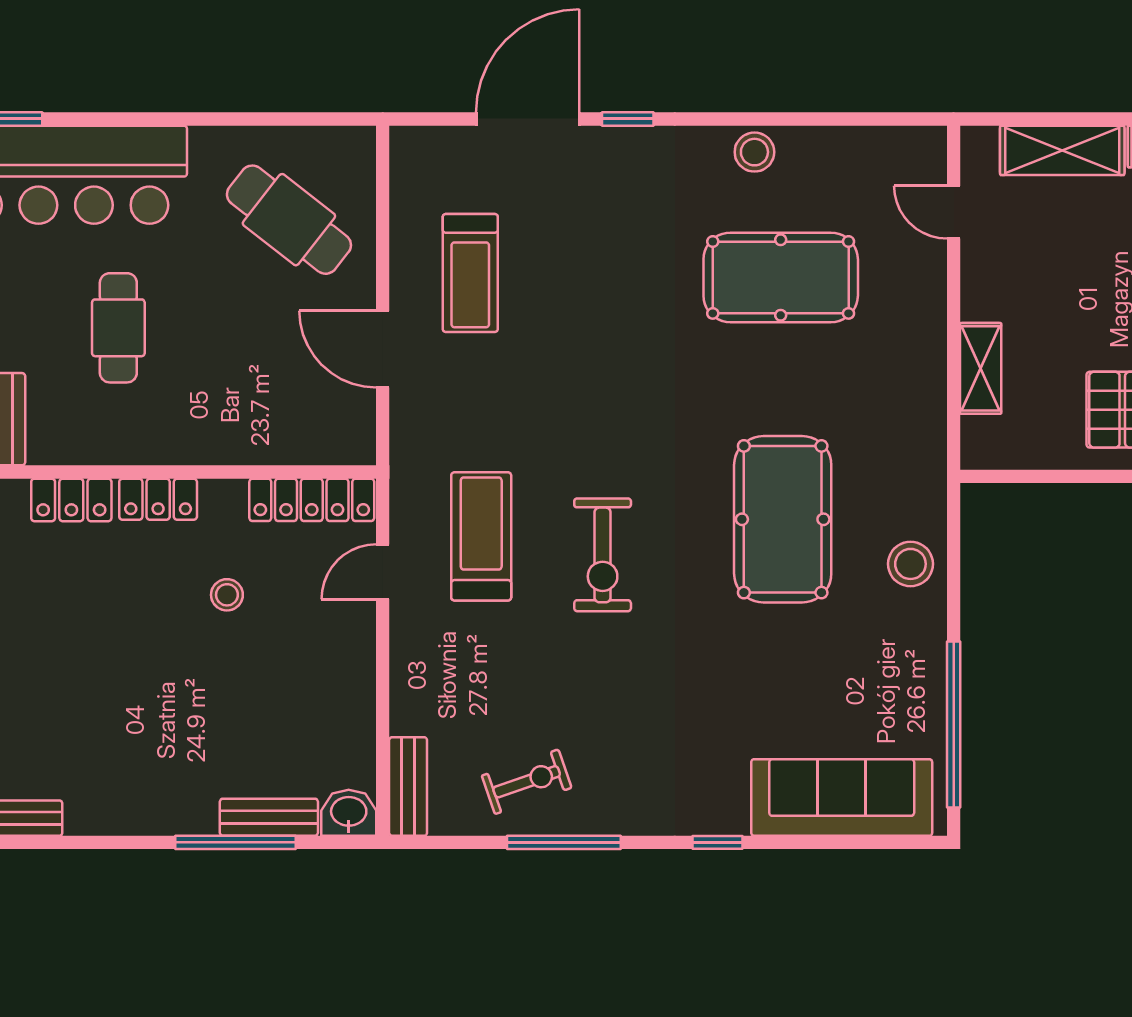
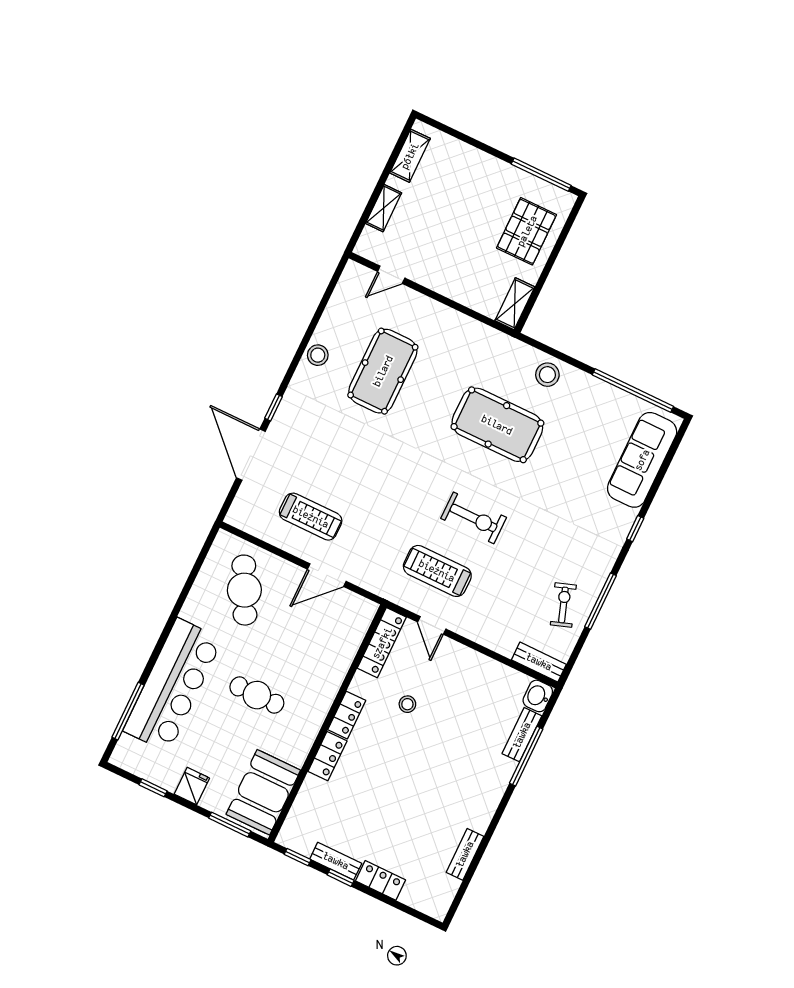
shelving: (1062, 150) -> (384, 208), width x0.67, depth x0.75
cafe table: (289, 220) -> (244, 590), turned -65
shelving: (981, 368) -> (515, 304), moved, turned 90

